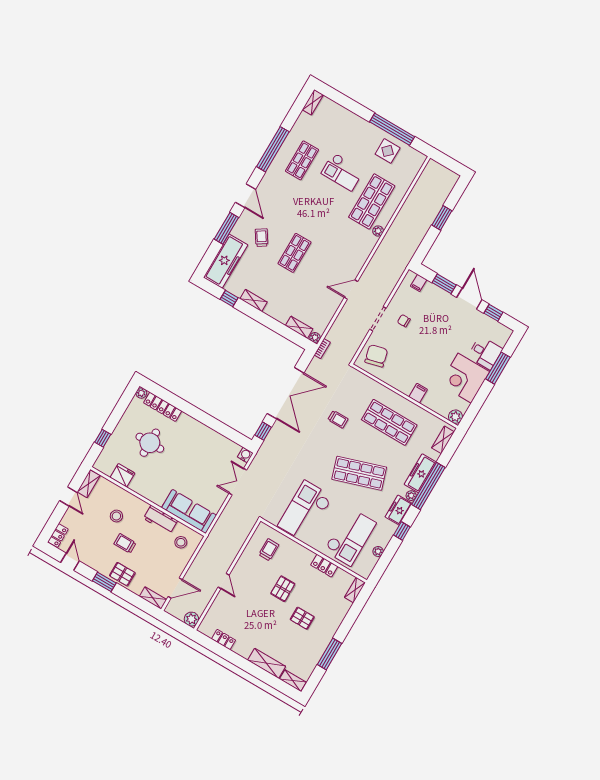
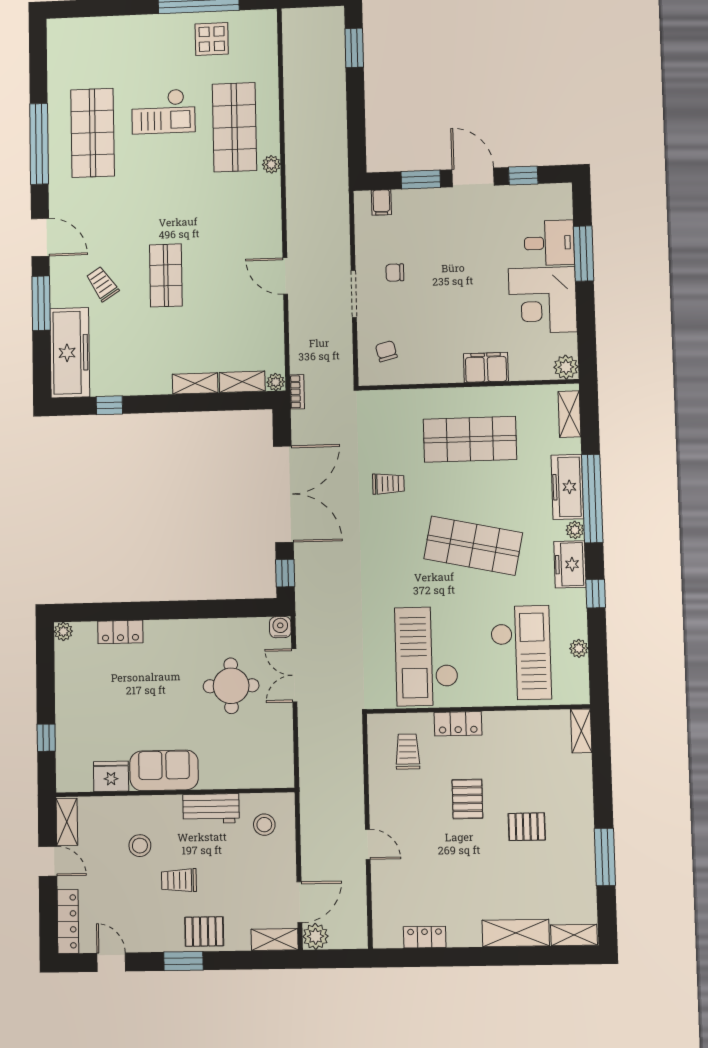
shelving: (313, 102) -> (56, 39), removed
shop shelf: (302, 160) -> (93, 133), width x1.43, depth x1.36
window: (442, 218) -> (354, 48), moved
door: (351, 289) -> (285, 276), hinge flipped
shelving: (253, 300) -> (195, 383), moved
chair: (376, 356) -> (386, 351), width x0.54, depth x0.54
filing cabinet: (418, 393) -> (486, 367), width x2.00
locker: (163, 407) -> (120, 632), width x0.66
round table: (150, 443) -> (231, 686), moved
shop shelf: (359, 473) -> (473, 546), turned 30
sofa: (189, 511) -> (164, 770), moved, width x0.73
locker: (58, 536) -> (68, 921), width x1.53
locker: (324, 566) -> (458, 724), moved
plant: (191, 619) -> (315, 936), moved

